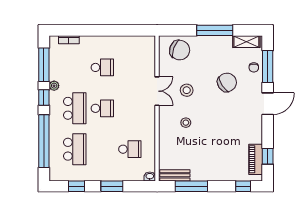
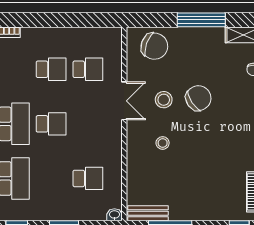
school desk: (130, 67) -> (88, 69), added
chair: (227, 82) -> (198, 98), moved

